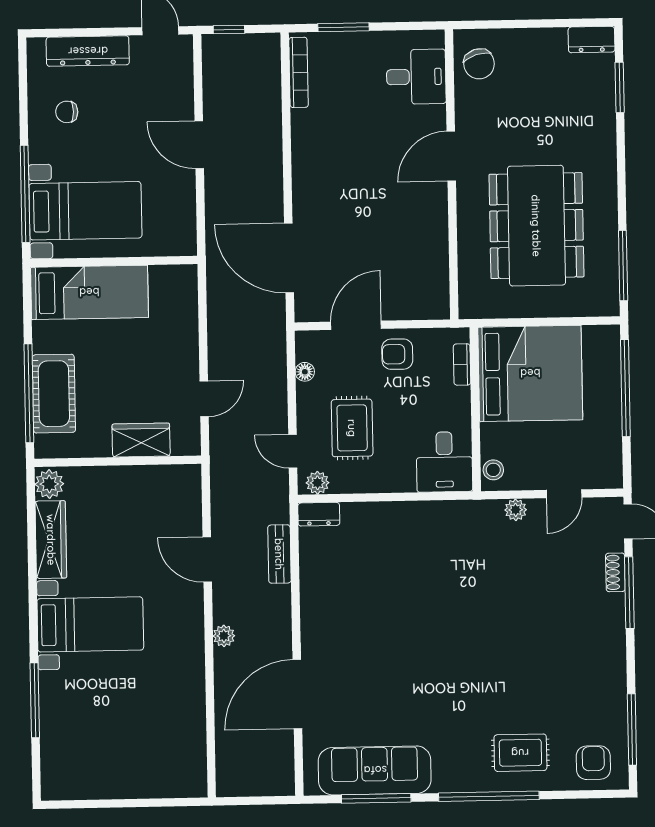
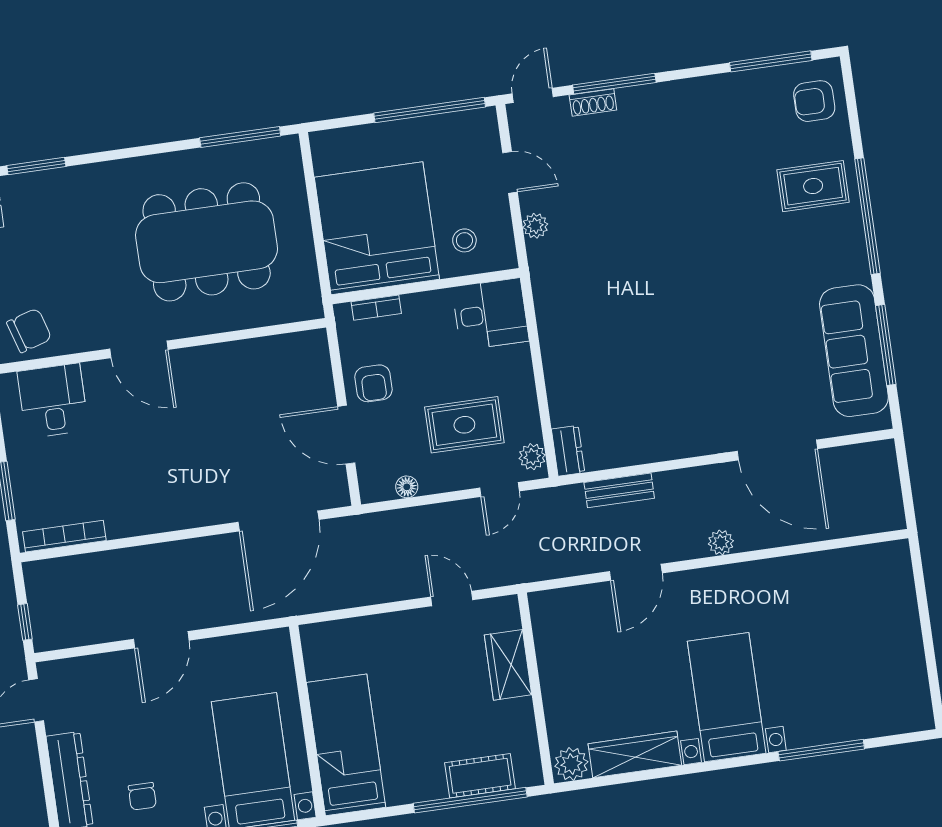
window: (625, 388) -> (430, 110), moved
cot: (54, 394) -> (480, 776), width x0.73, depth x0.75
stool: (493, 470) -> (464, 240), moved
rug: (520, 753) -> (813, 186), turned 90

